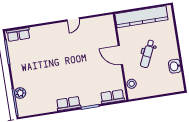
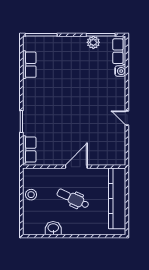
water cooler: (35, 31) -> (120, 71), added
stool: (132, 84) -> (31, 195), moved
plant: (20, 93) -> (93, 42), moved
row of seats: (68, 104) -> (29, 65), moved

